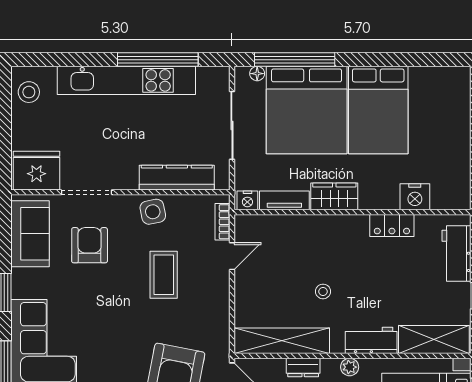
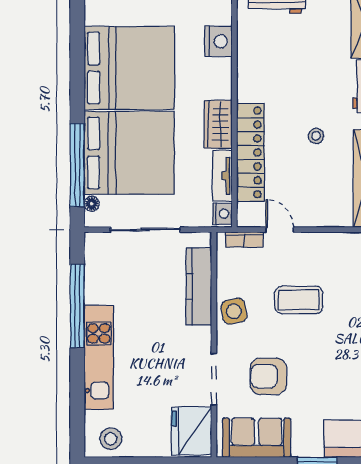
kitchen unit: (126, 80) -> (99, 357), width x0.73
bed: (378, 110) -> (129, 68), width x1.36
locker: (392, 225) -> (251, 152), moved, width x2.16, depth x1.21

